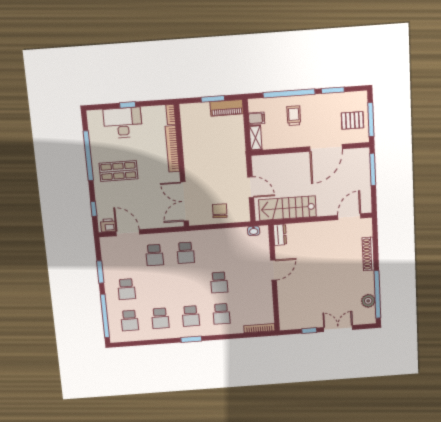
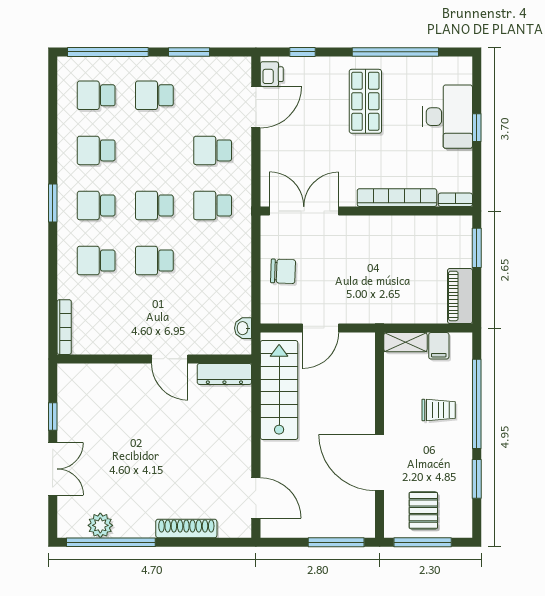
window: (213, 99) -> (477, 248), moved
dresser: (280, 235) -> (224, 374), width x1.44
school desk: (188, 285) -> (154, 205), added

